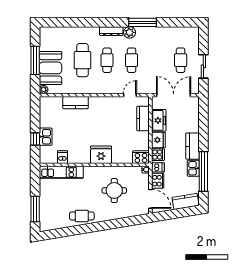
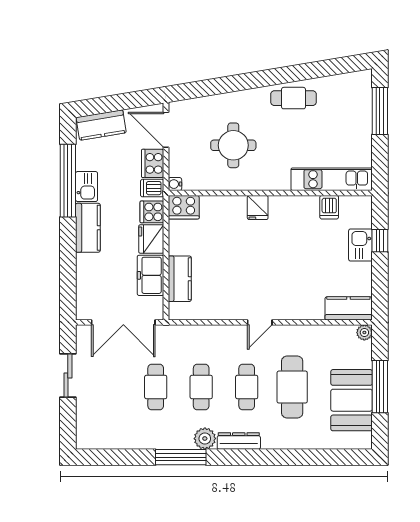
cafe table: (181, 60) -> (156, 387), moved
booth: (50, 68) -> (352, 400), moved
door: (130, 95) -> (260, 322), moved
kitchen counter: (76, 103) -> (348, 308), moved
fridge: (101, 155) -> (258, 208), width x0.53, depth x0.75

